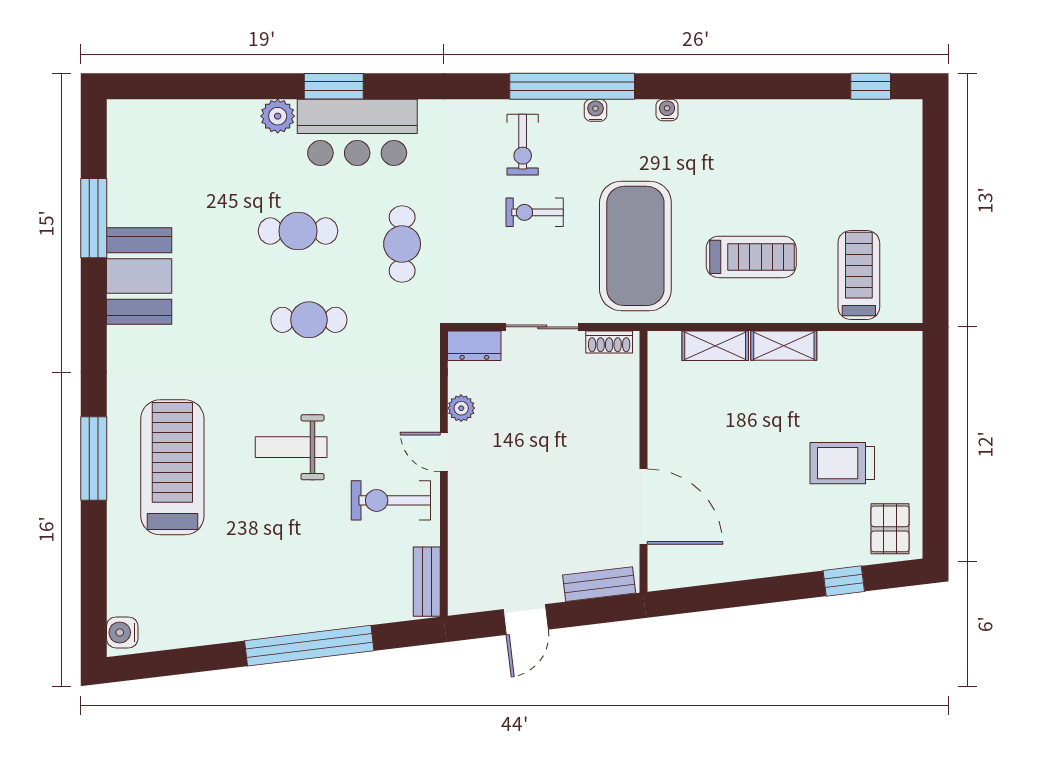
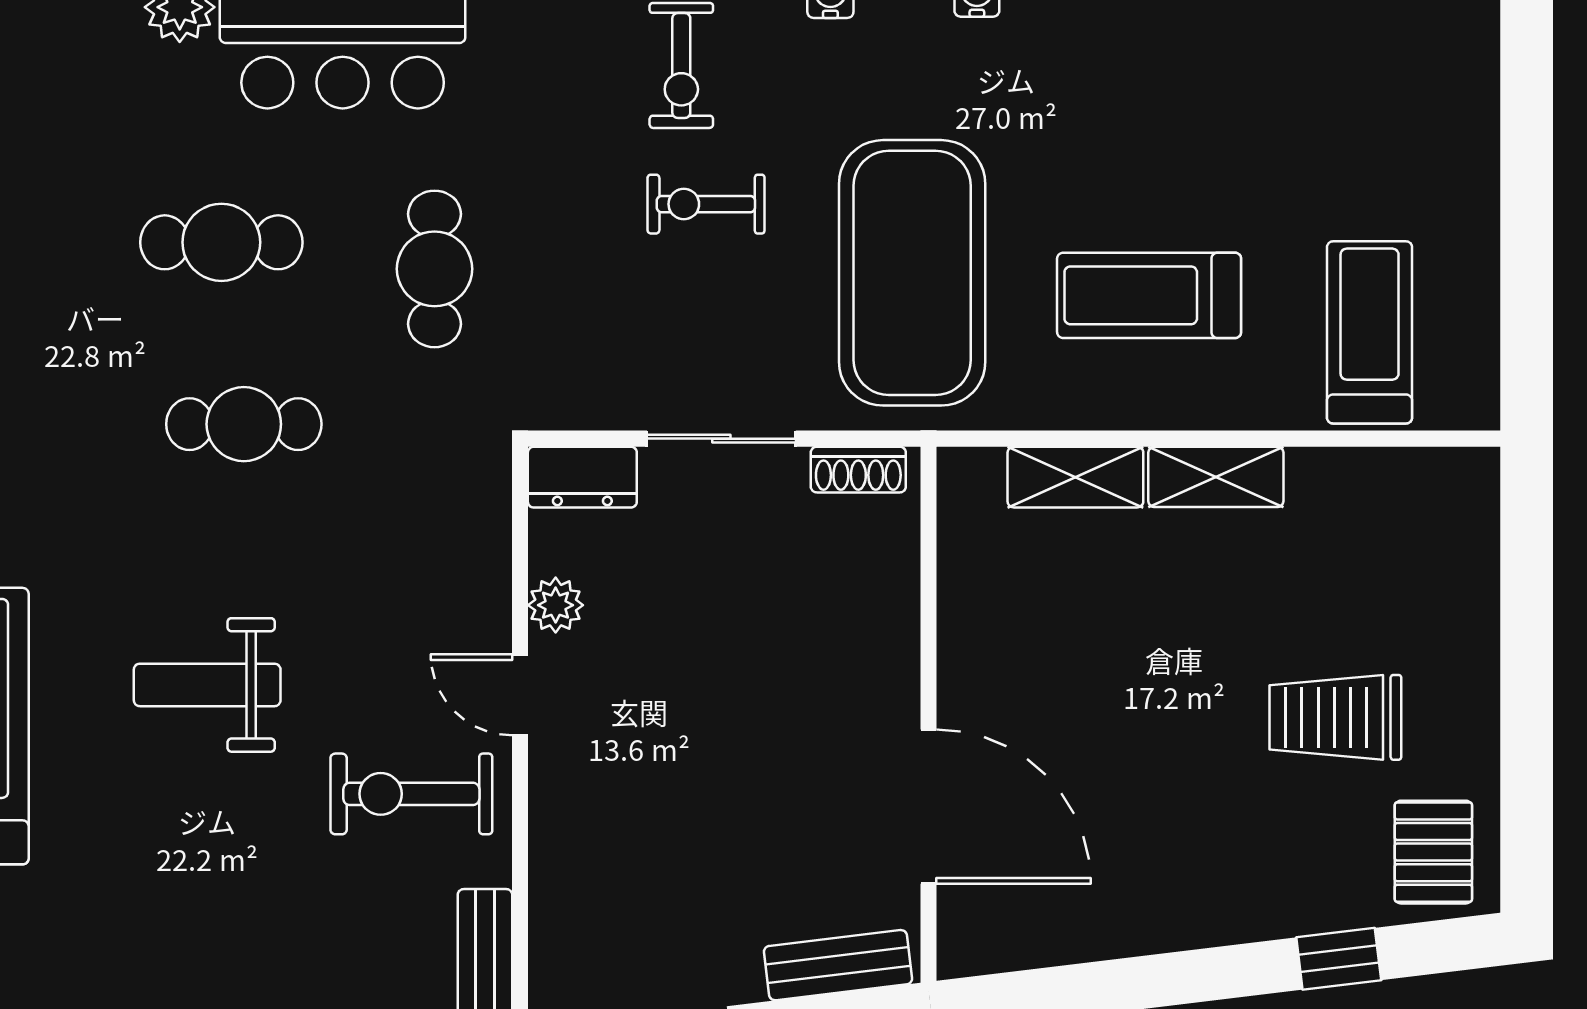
treadmill: (751, 257) -> (1149, 295), turned 180

